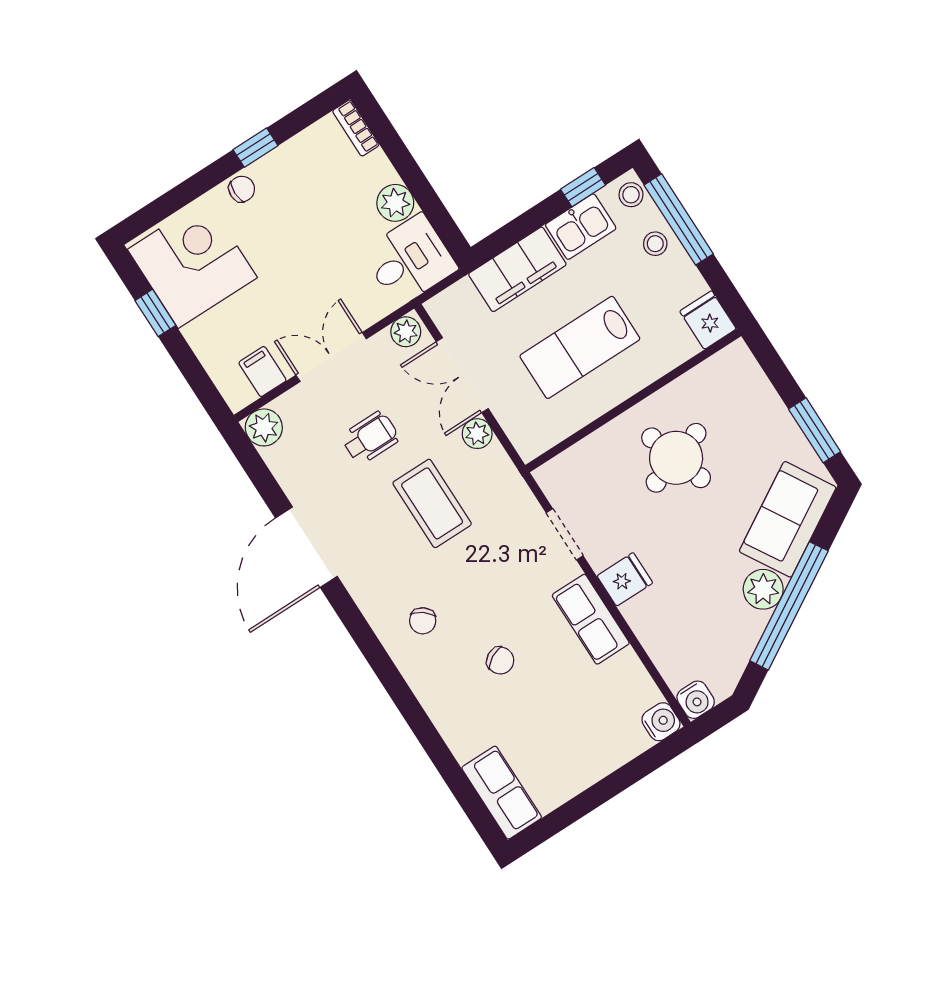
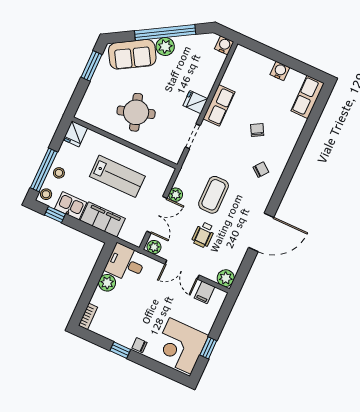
wheelchair: (370, 438) -> (203, 235), turned -90
water cooler: (661, 722) -> (280, 71), moved, turned 90

